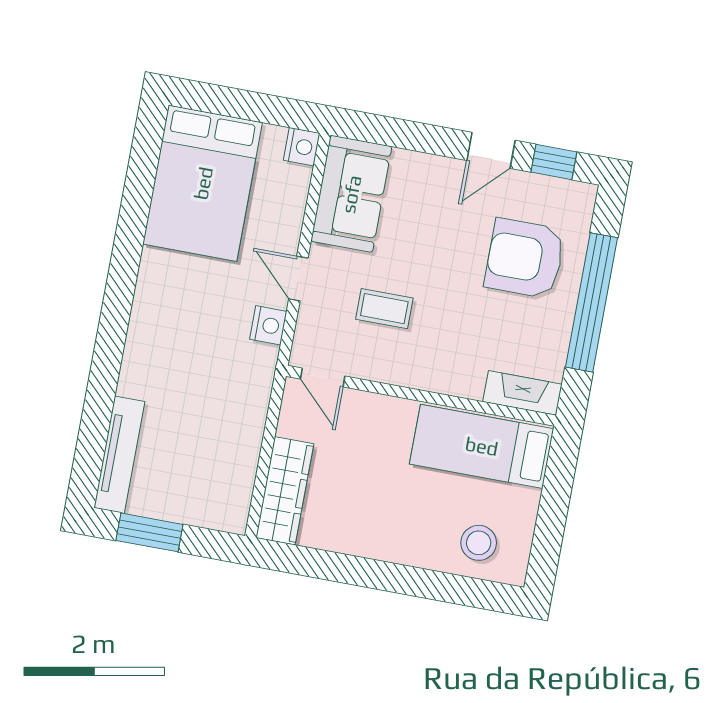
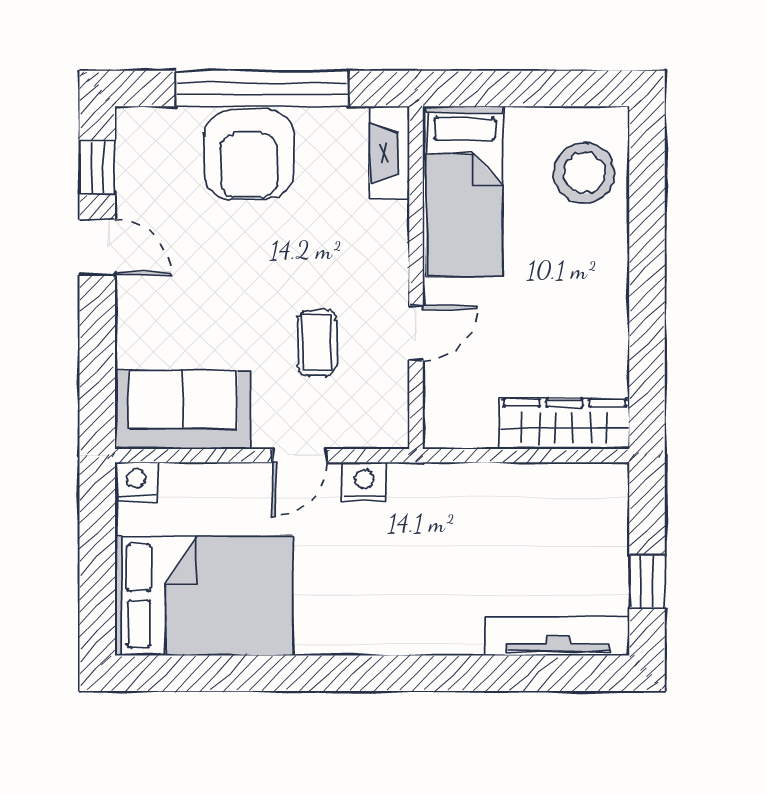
armchair: (525, 258) -> (249, 155), moved
door: (323, 378) -> (416, 333), moved
window: (149, 532) -> (647, 581), width x0.67
stool: (479, 543) -> (584, 173), width x1.38, depth x1.38

